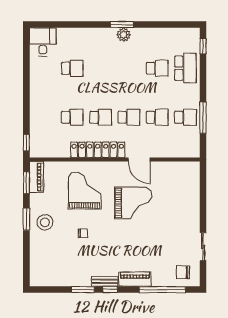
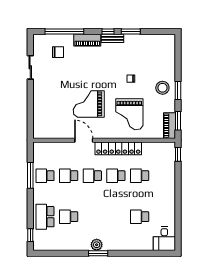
chair: (183, 272) -> (58, 52), moved

